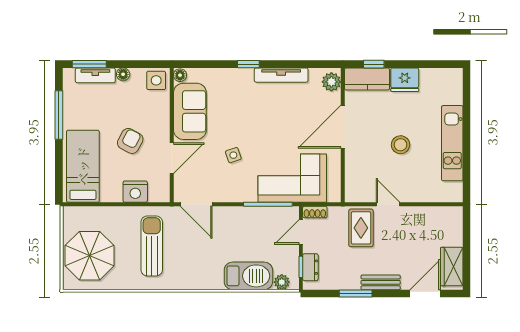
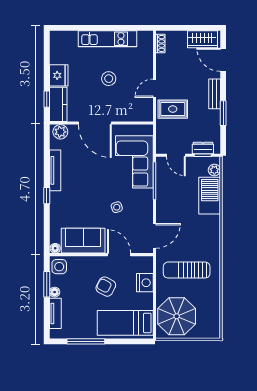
window: (89, 64) -> (47, 284), moved
shoe rack: (315, 212) -> (160, 43), moved
parasol: (89, 256) -> (177, 316), moved

